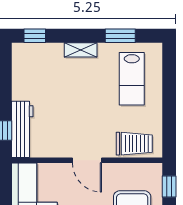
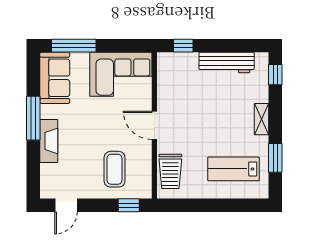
workbench: (22, 129) -> (227, 63), moved
door: (87, 160) -> (154, 125), hinge flipped

